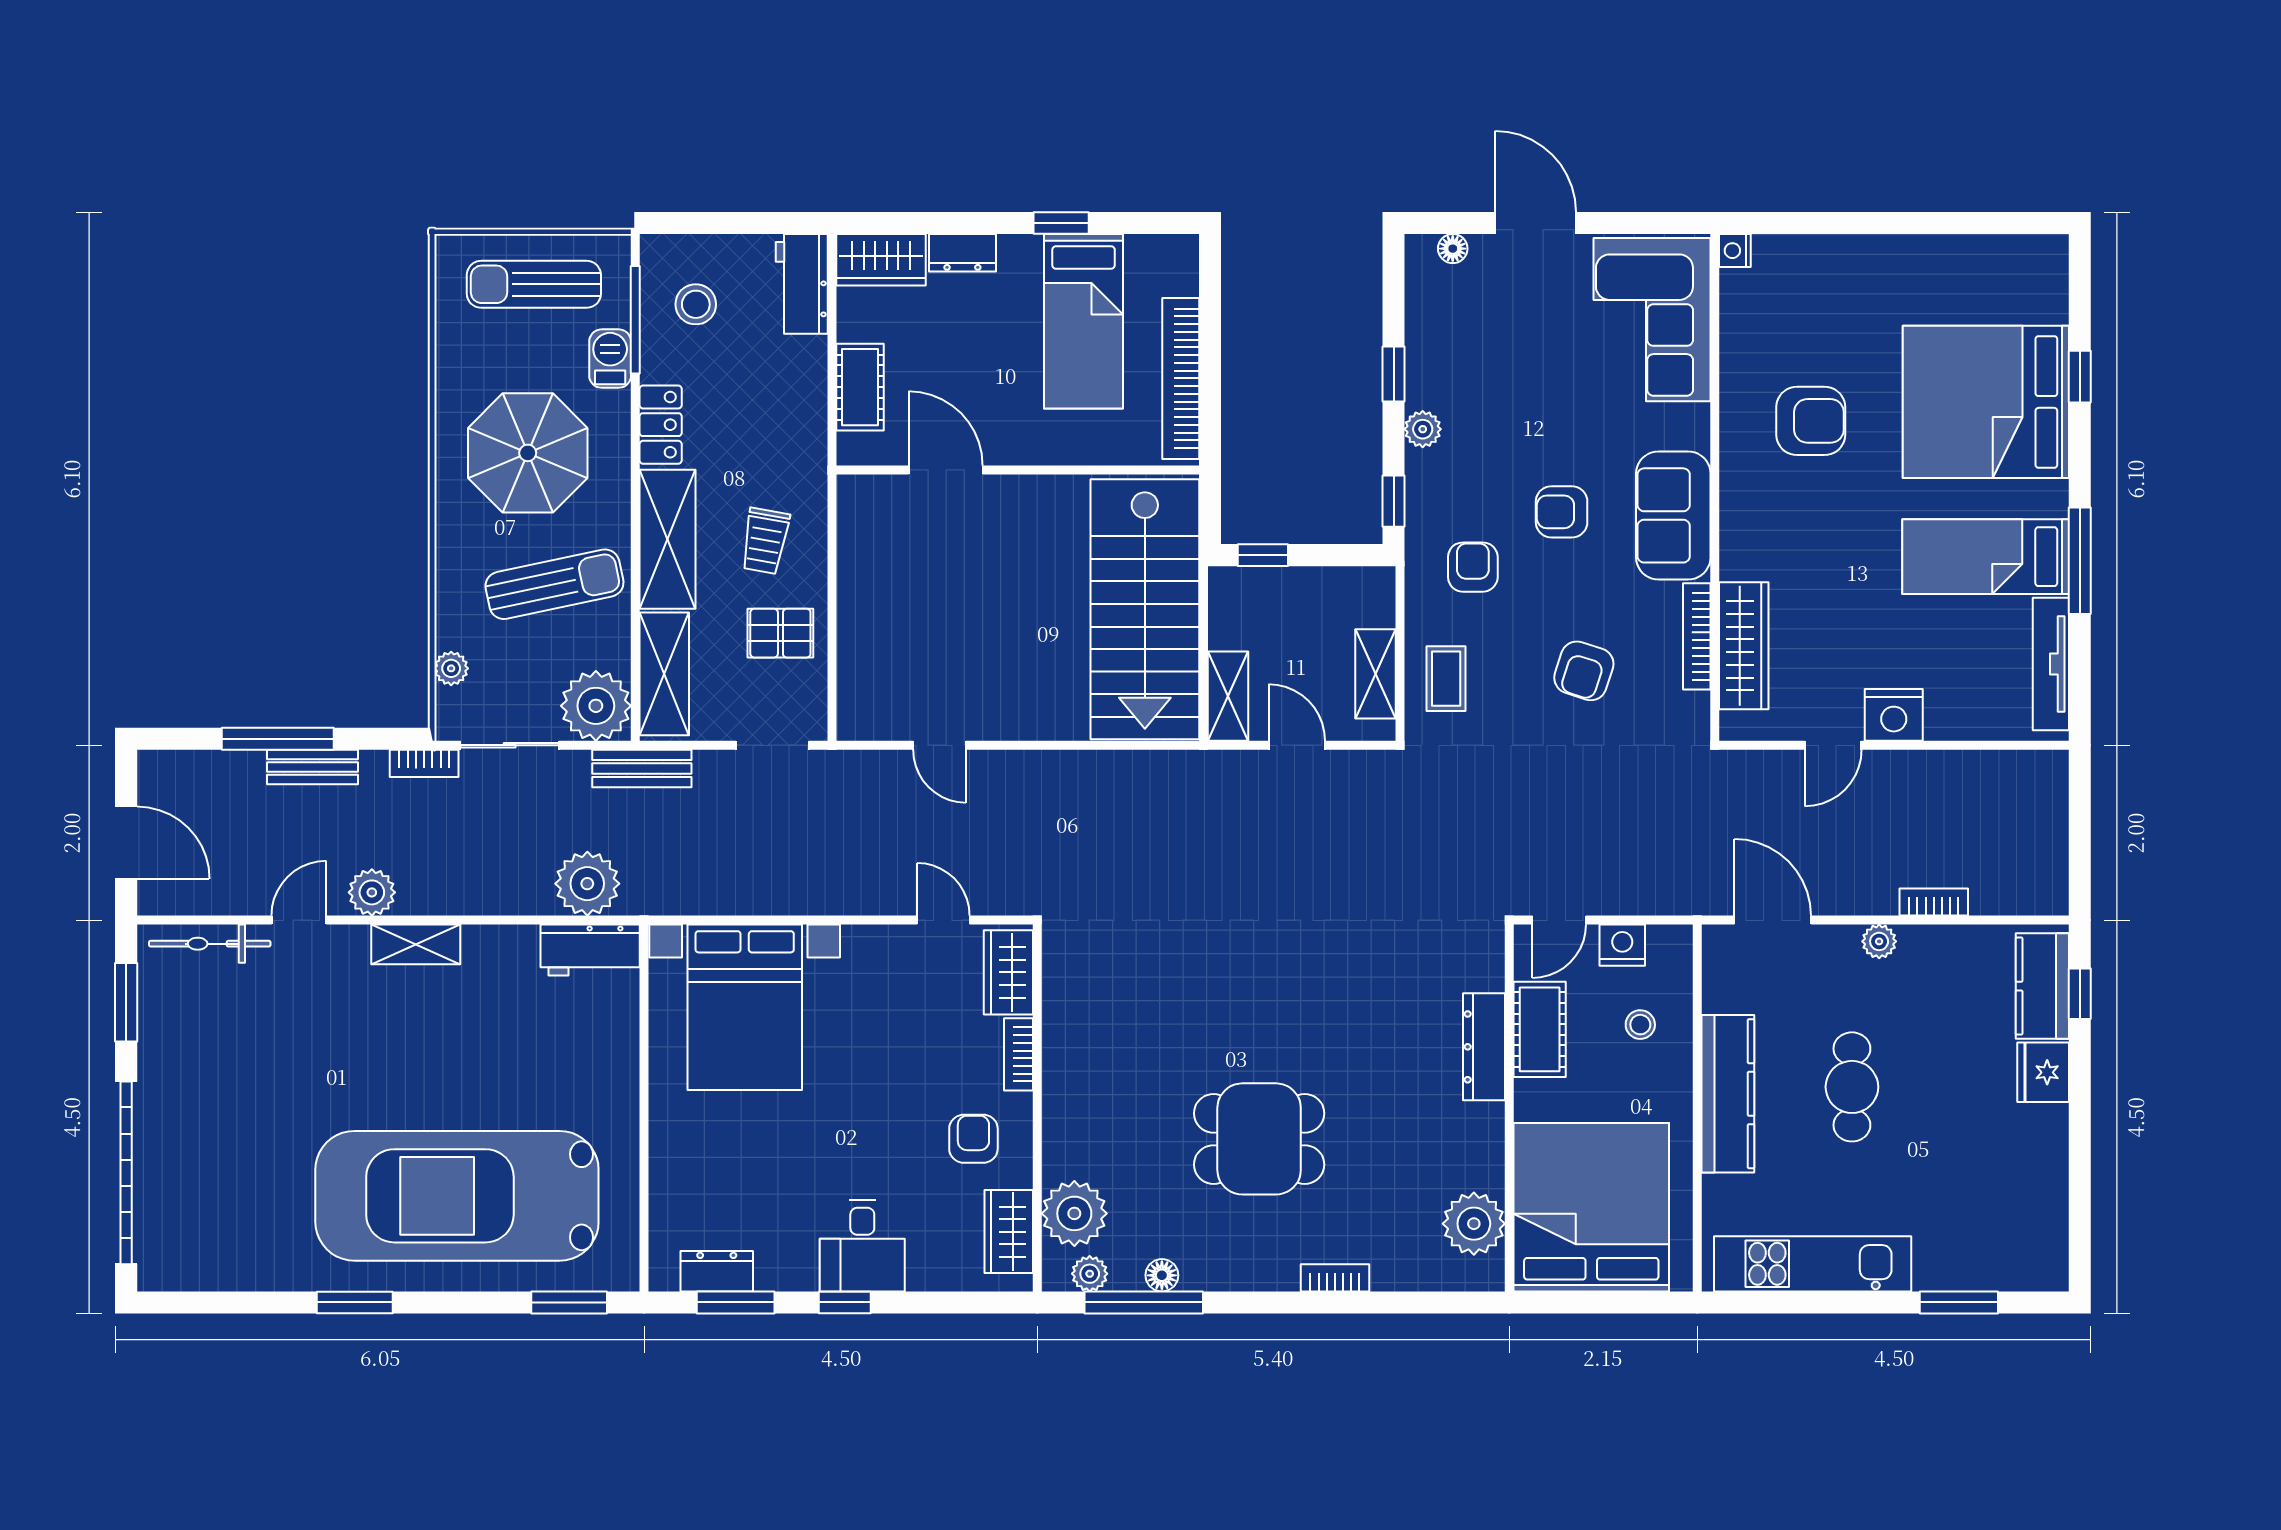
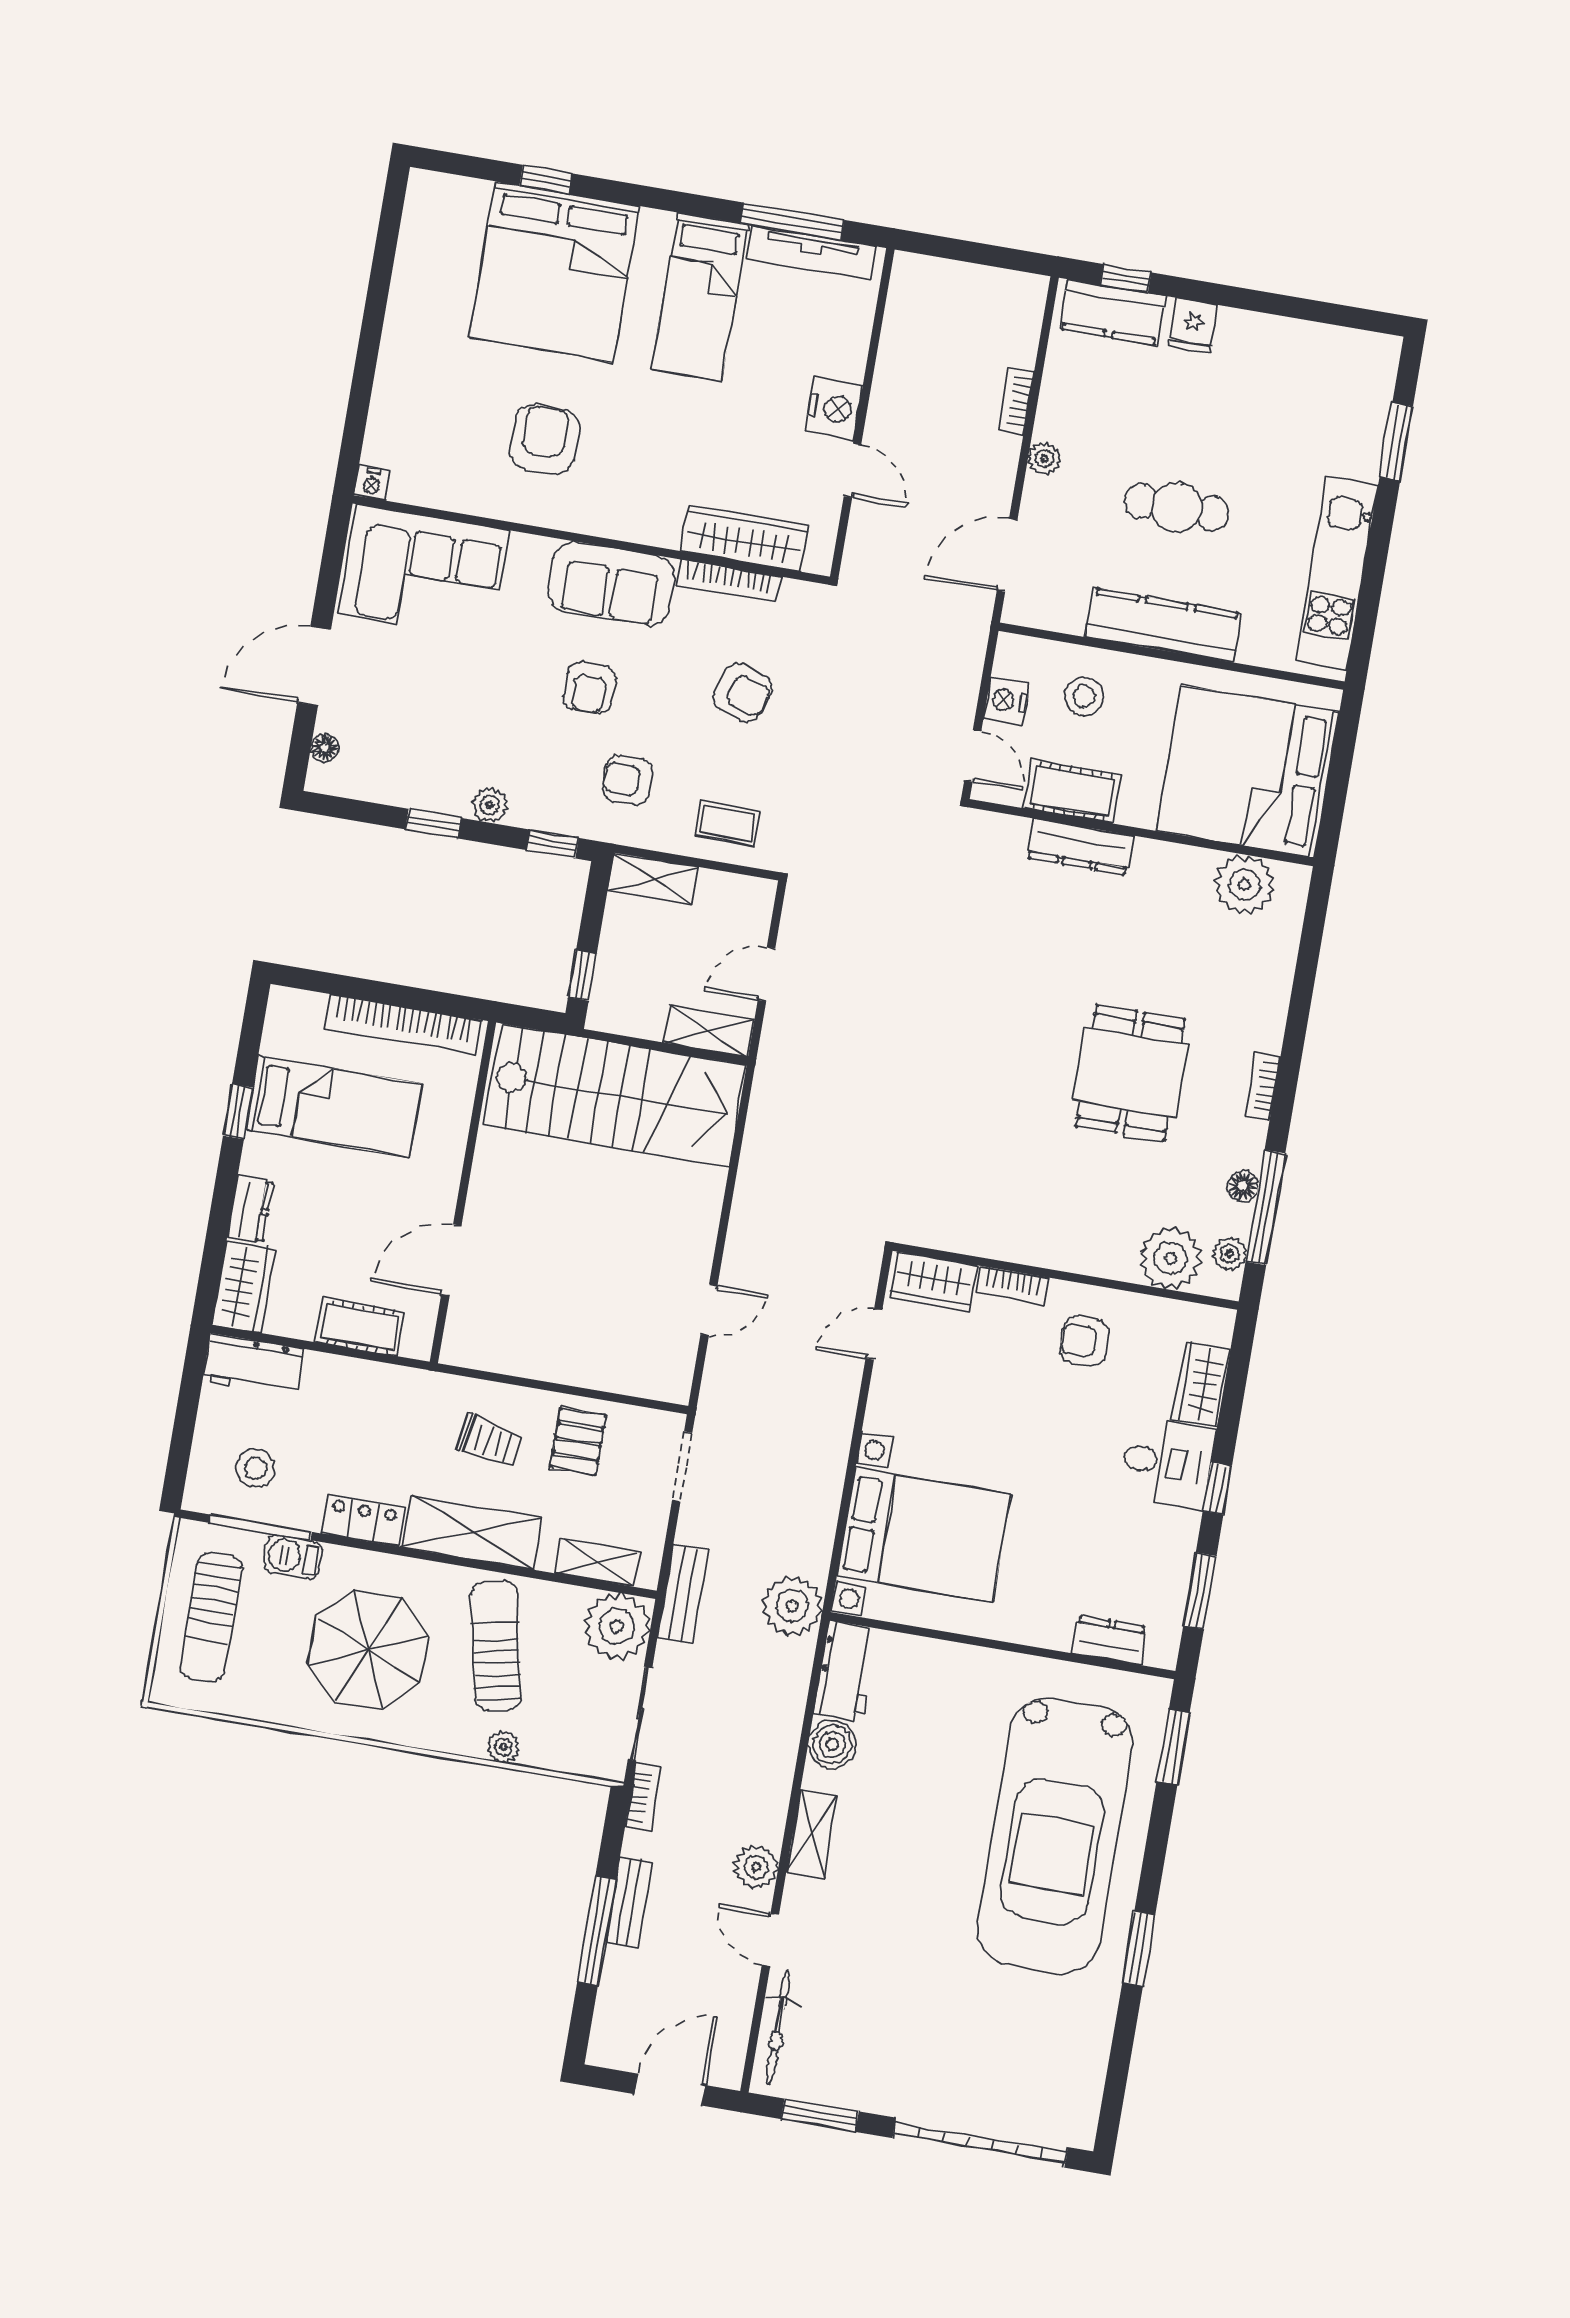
window: (2080, 561) -> (792, 222), moved
plant: (451, 668) -> (503, 1747), moved
shelving: (664, 674) -> (597, 1563), width x0.67, depth x0.75
shelving: (1376, 674) -> (653, 879), moved
plant: (587, 884) -> (792, 1606), moved
boiler: (512, 950) -> (832, 1744), added
stool: (1640, 1025) -> (1084, 696), width x1.37, depth x1.37
fridge: (2043, 1072) -> (1194, 326), width x0.72
wardrobe: (1009, 1232) -> (1201, 1384), moved, turned 90
dresser: (717, 1271) -> (1109, 1640), moved, turned 90
bookcase: (1335, 1278) -> (1262, 1086), moved

